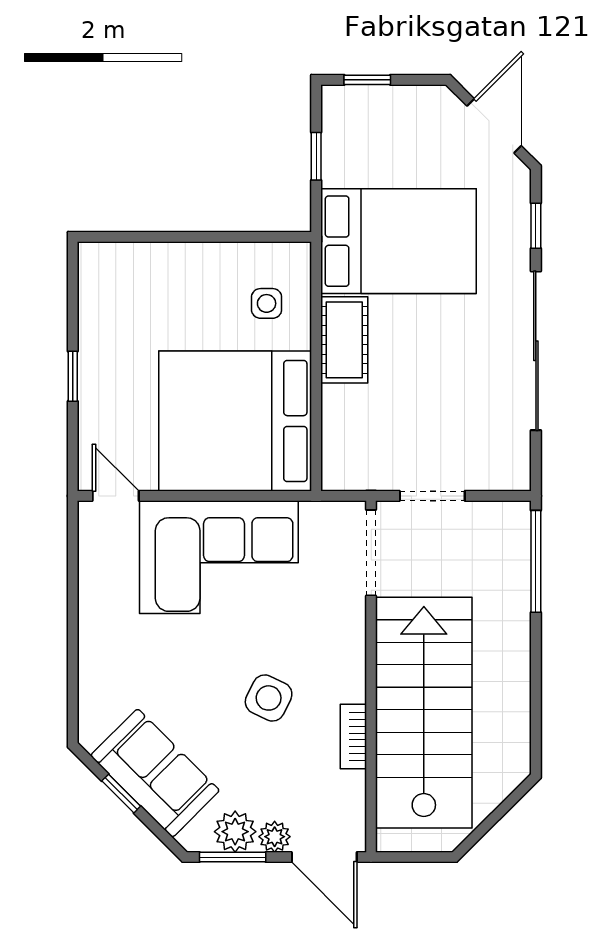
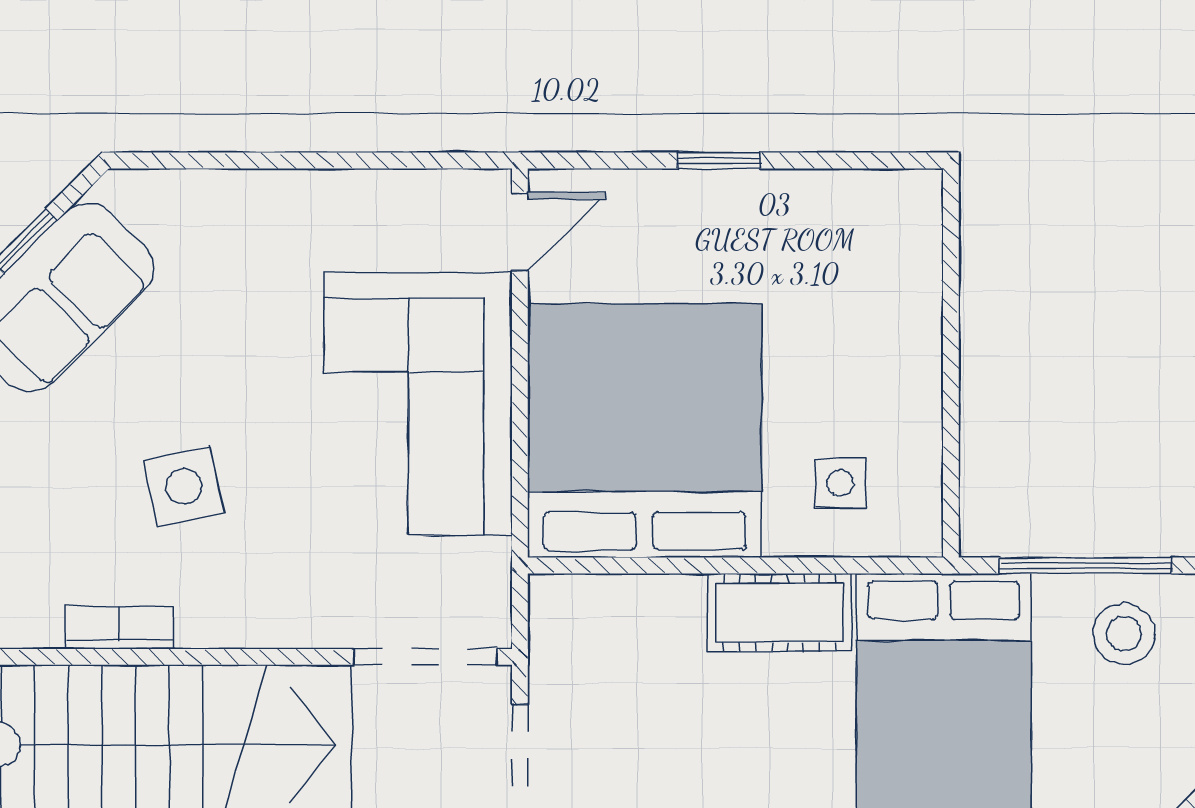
stool: (357, 133) -> (1124, 634), added
window: (316, 156) -> (1085, 565), width x2.17
side table: (269, 698) -> (184, 486), turned -38

